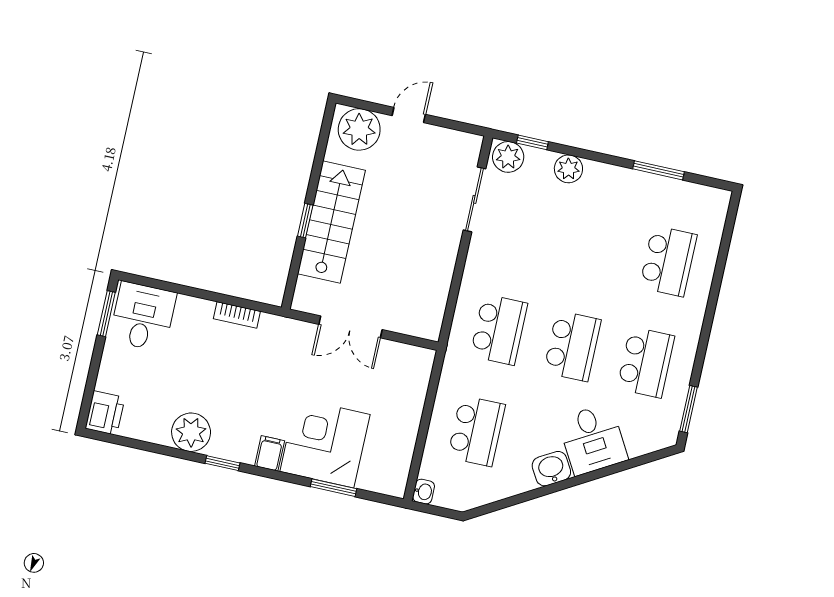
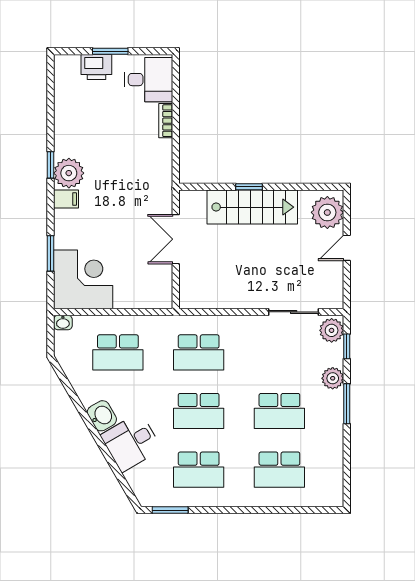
door: (409, 115) -> (347, 248), swing flipped
window: (659, 170) -> (347, 404), moved
school desk: (595, 245) -> (279, 411), added
window: (106, 314) -> (110, 51), moved
bookcase: (237, 315) -> (166, 121), moved
printer: (105, 413) -> (96, 67), moved
plant: (191, 432) -> (69, 173), moved
corner desk: (325, 443) -> (83, 279), moved

